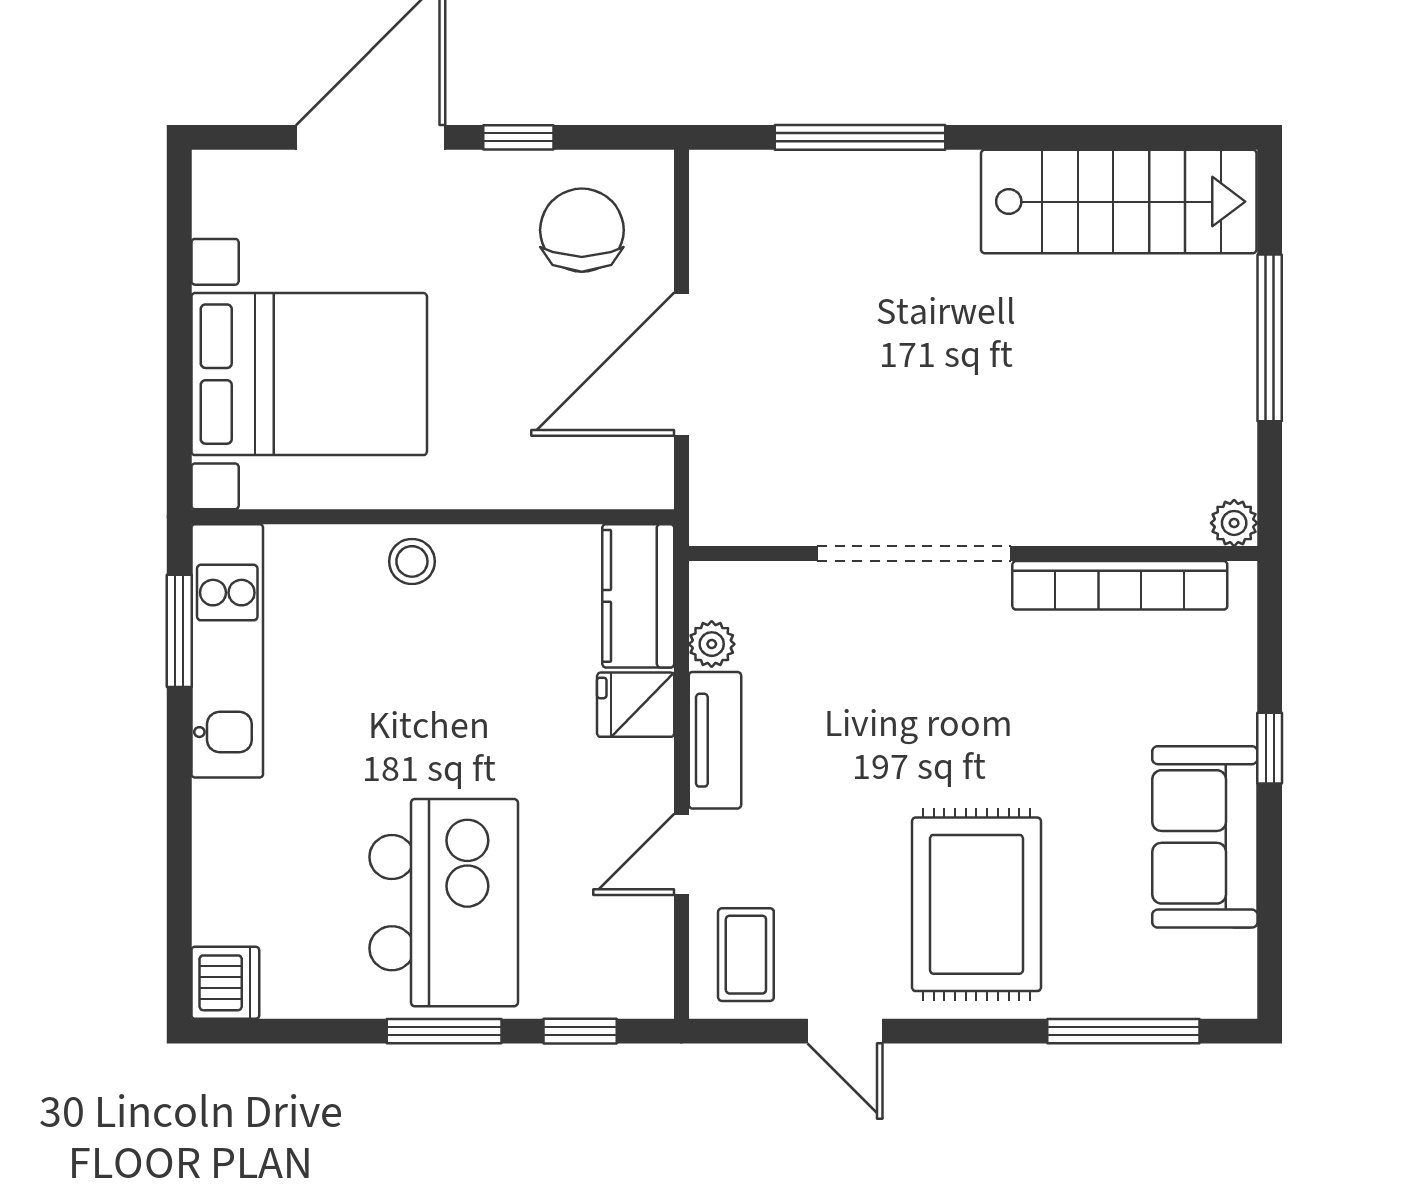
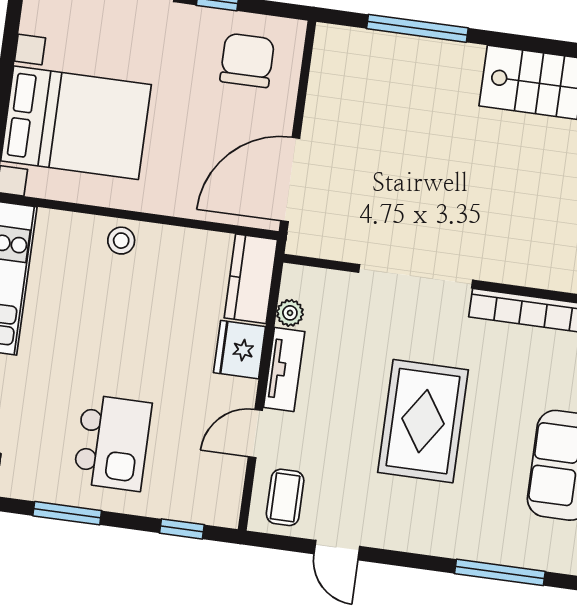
door: (681, 364) -> (290, 180), moved
fridge: (636, 705) -> (240, 350), width x1.38
kitchen island: (444, 903) -> (112, 443), width x0.73, depth x0.78
rug: (976, 904) -> (423, 421), moved
window: (444, 1031) -> (67, 513), moved

